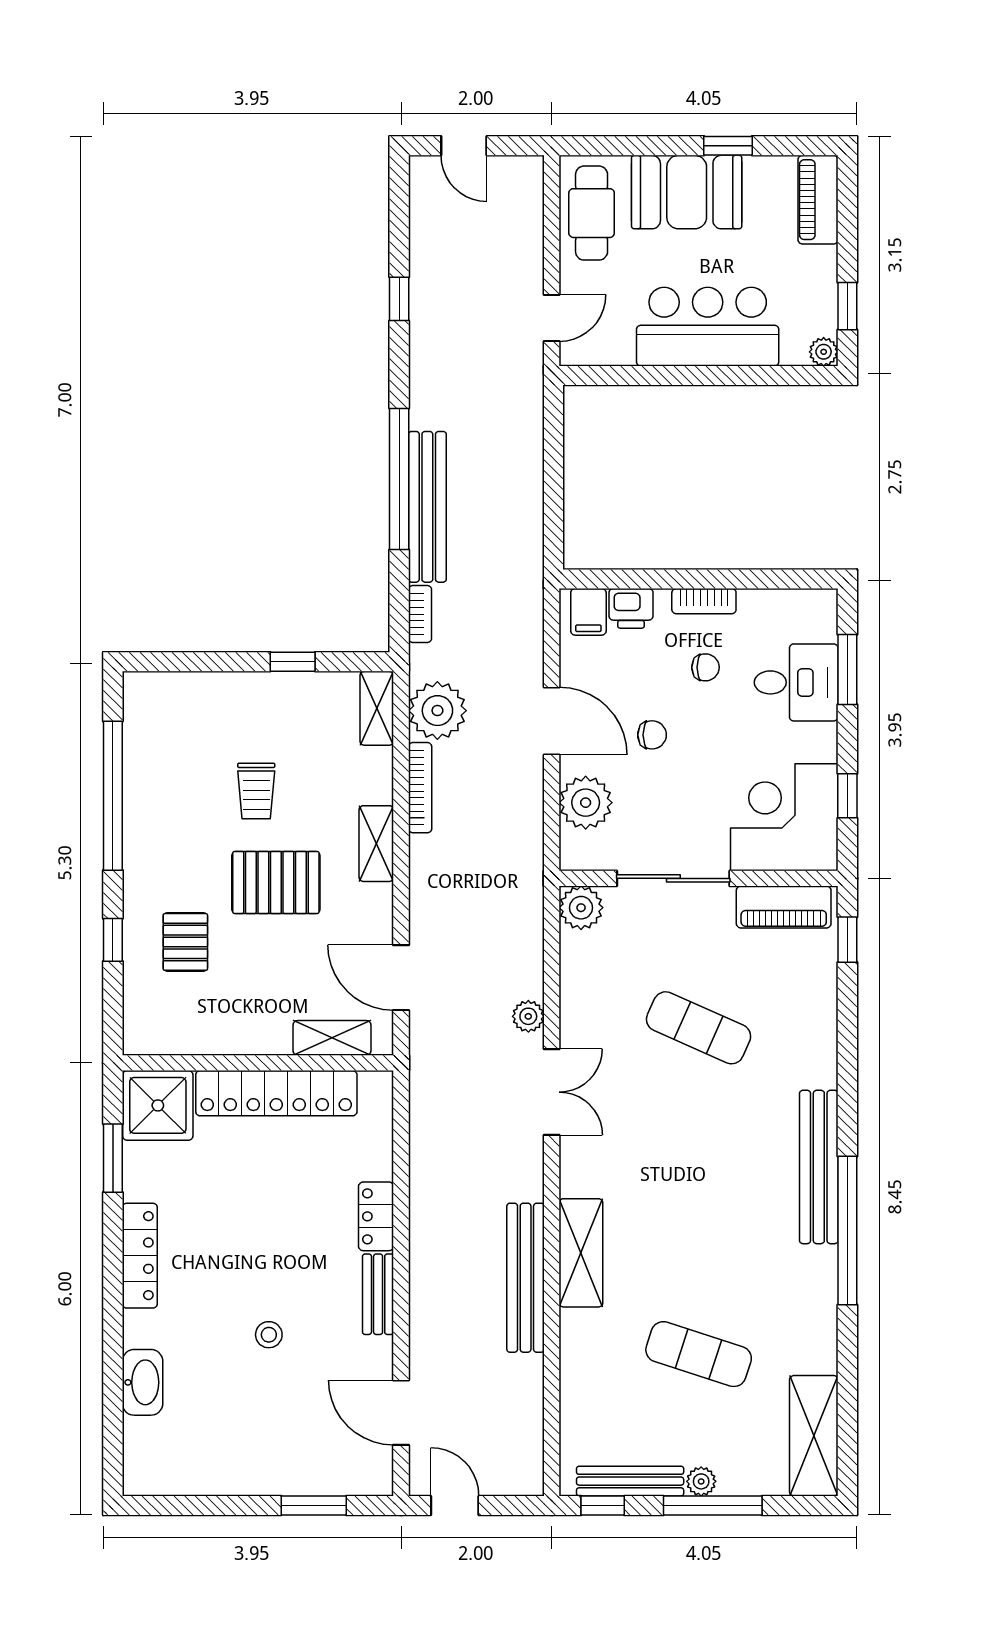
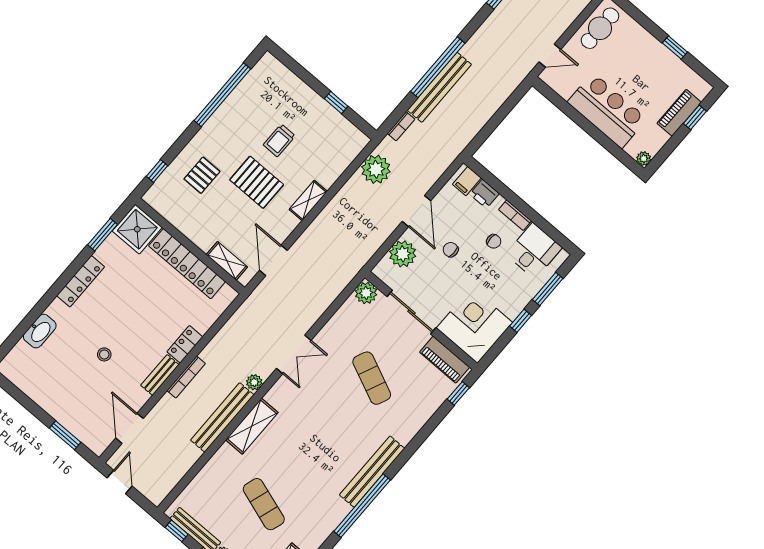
booth: (687, 192) -> (644, 52), removed
piano: (818, 200) -> (679, 113), moved
window: (847, 306) -> (695, 117), moved
desk: (796, 682) -> (534, 251), moved, turned -90
shelving: (377, 708) -> (353, 148), removed
chair: (652, 735) -> (451, 250), turned 180
bookcase: (420, 788) -> (186, 377), moved
window: (847, 796) -> (521, 321), moved
window: (113, 940) -> (157, 171), moved
plant: (528, 1016) -> (254, 382), moved

